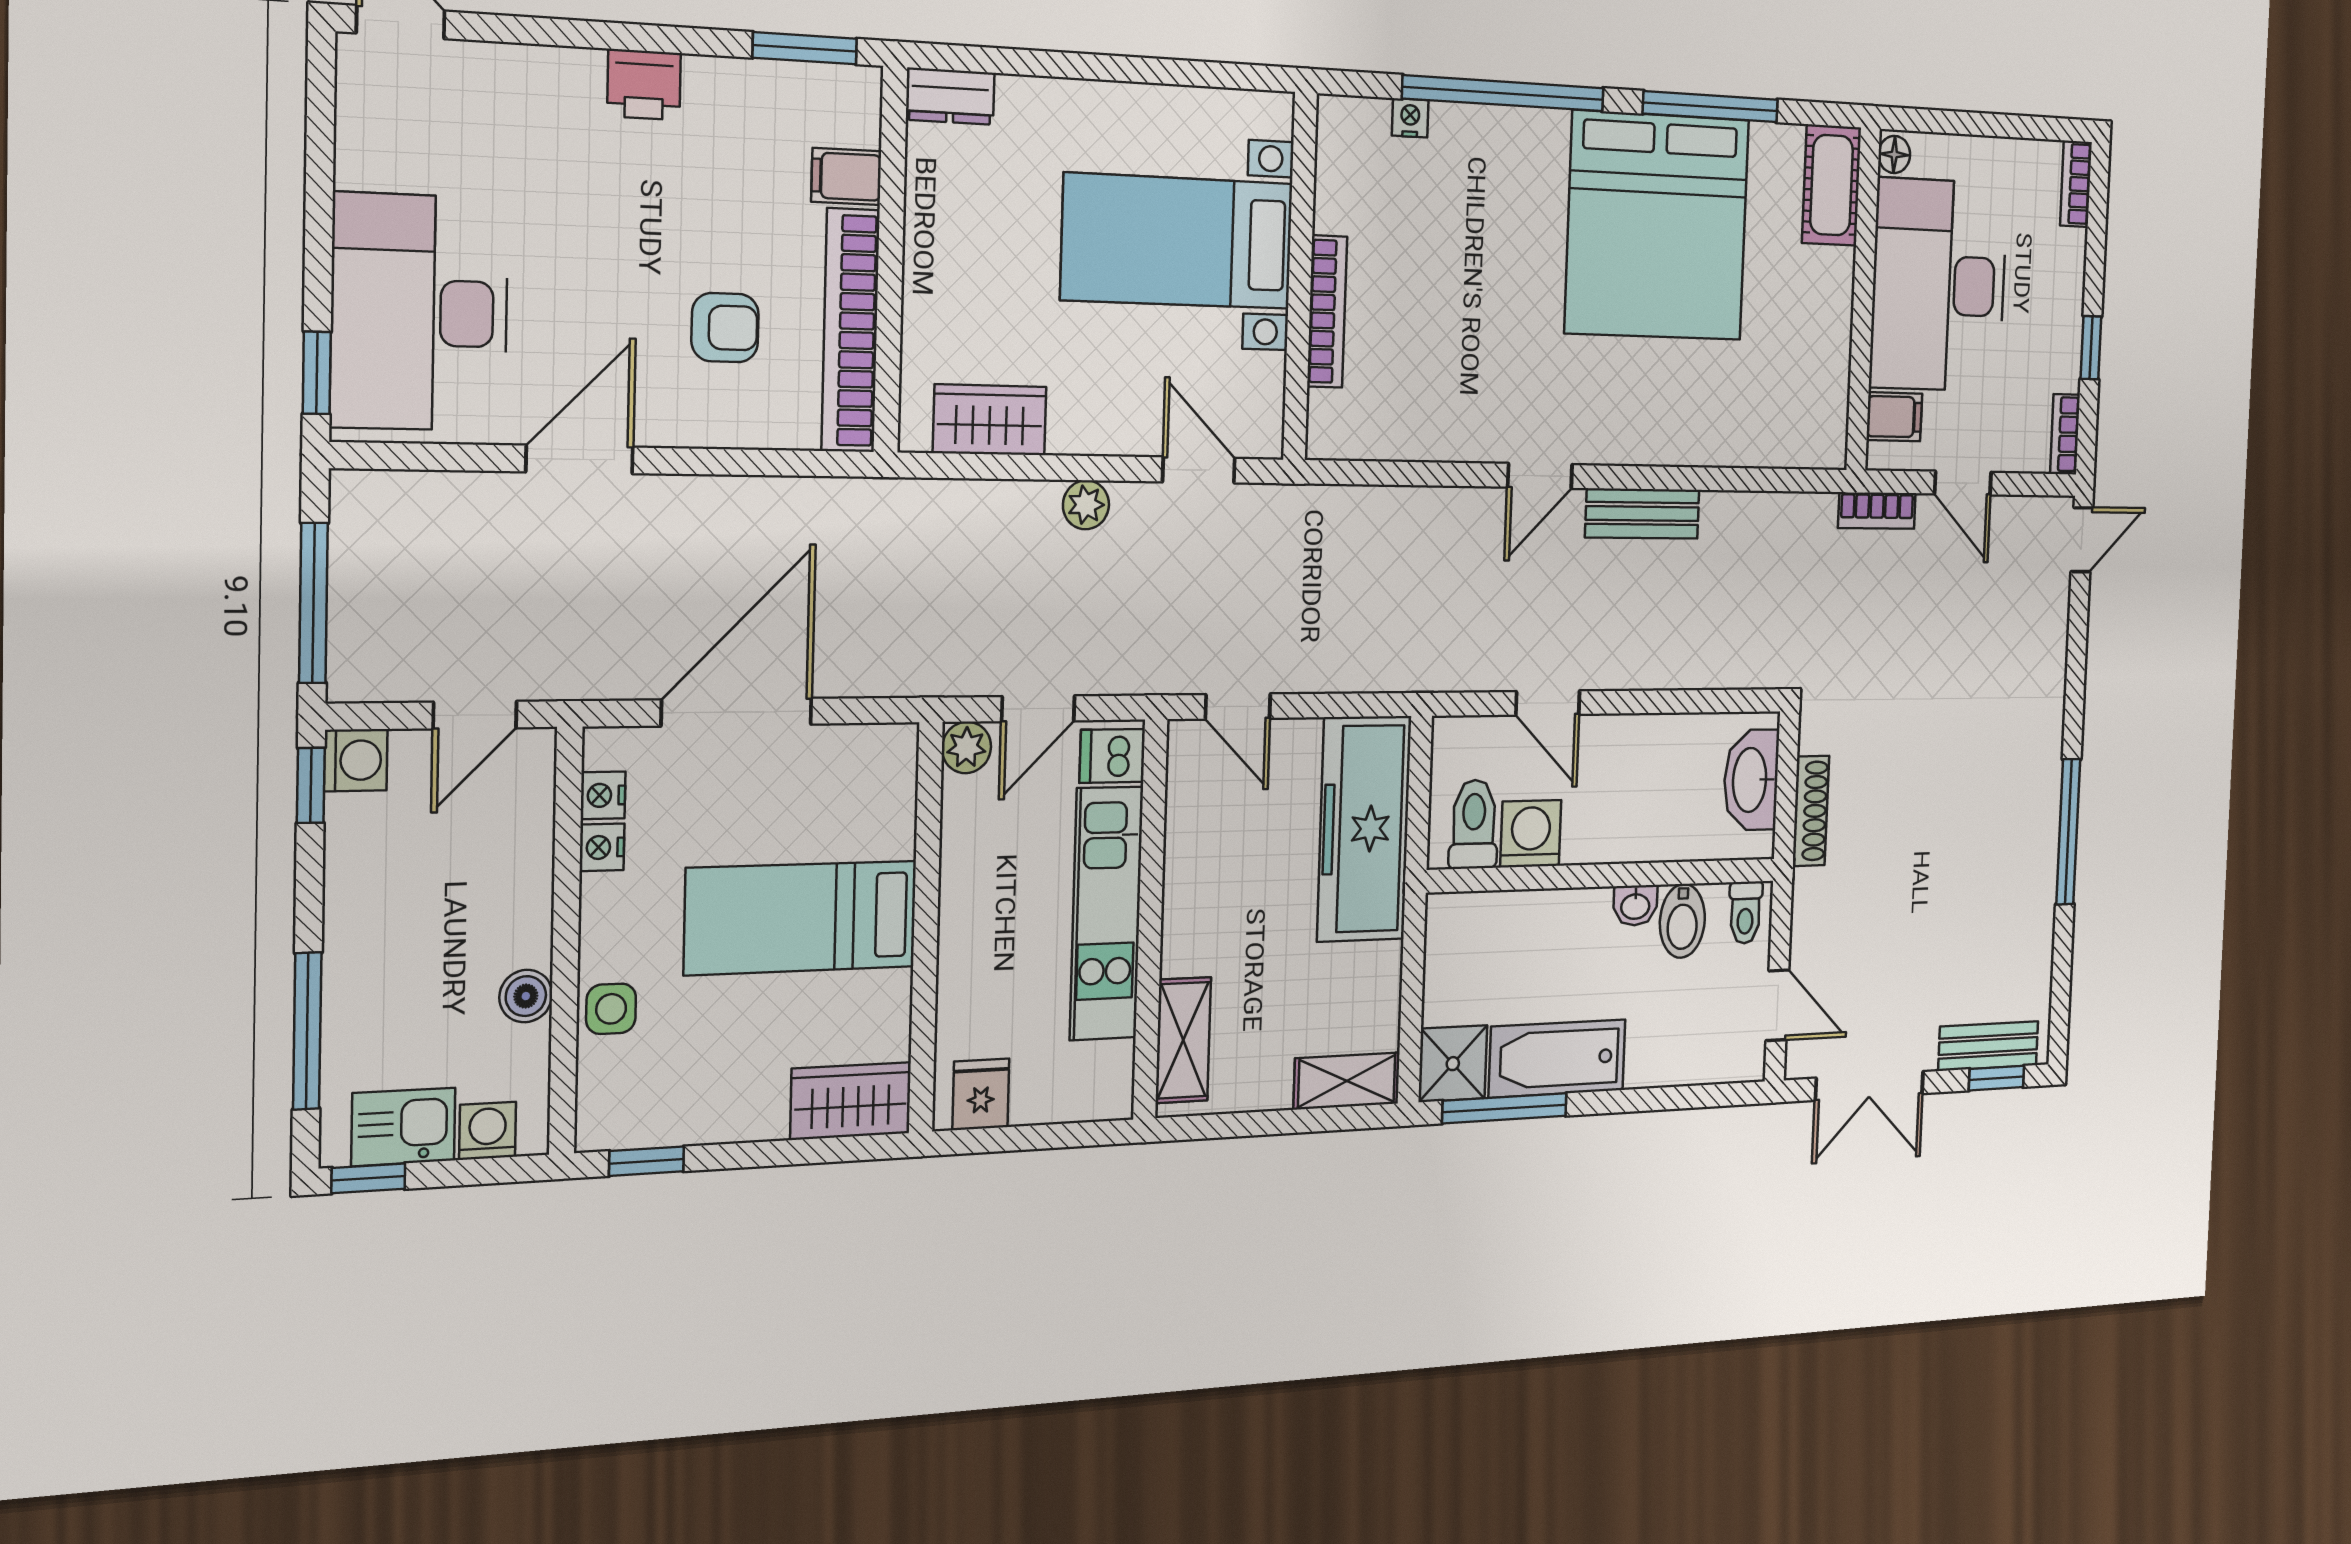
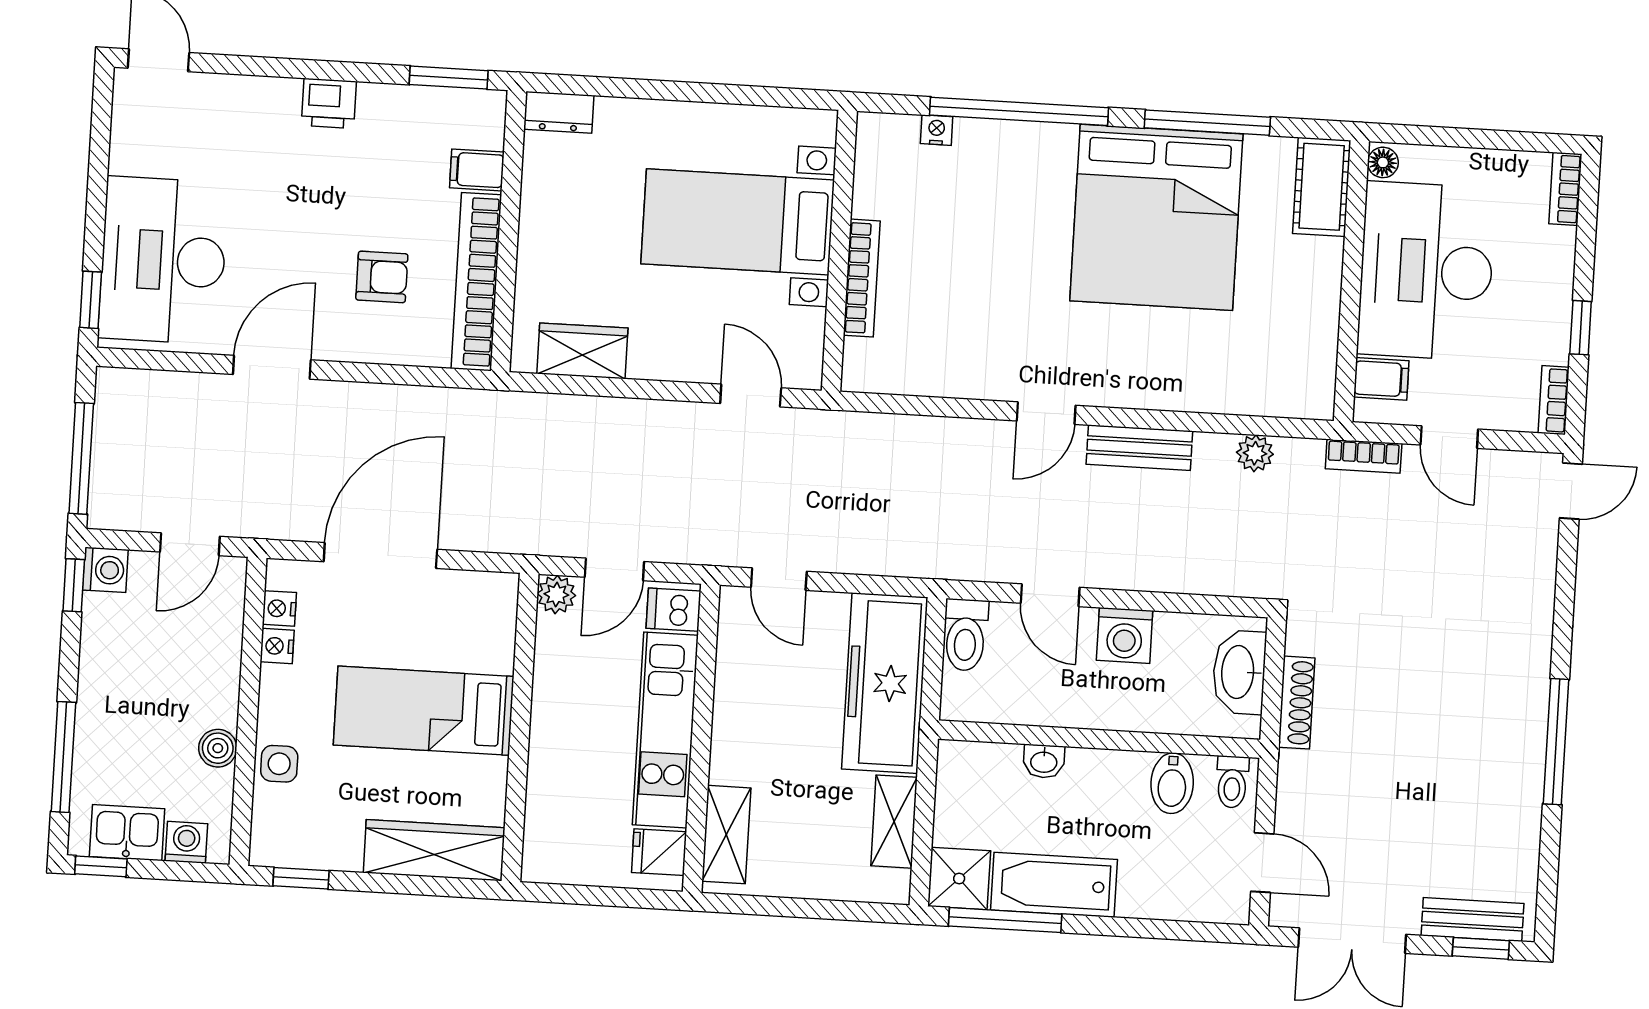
plant: (1086, 505) -> (1255, 453), moved
toilet: (1474, 824) -> (965, 635), moved, turned 180
washing machine: (1531, 834) -> (1125, 635), moved, turned 180
washbasin: (1635, 905) -> (1044, 761), moved
shelving: (1347, 1081) -> (894, 822), moved, turned 90
fridge: (981, 1094) -> (659, 852), moved, turned -90
wardrobe: (851, 1101) -> (434, 850), width x1.50

